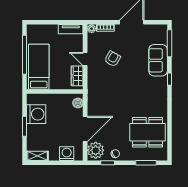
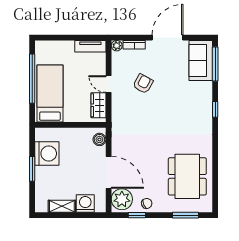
sofa: (158, 60) -> (201, 60), moved
door: (85, 129) -> (109, 172), hinge flipped
dining table: (147, 132) -> (187, 176), turned 90
shelving: (37, 156) -> (62, 206), moved

